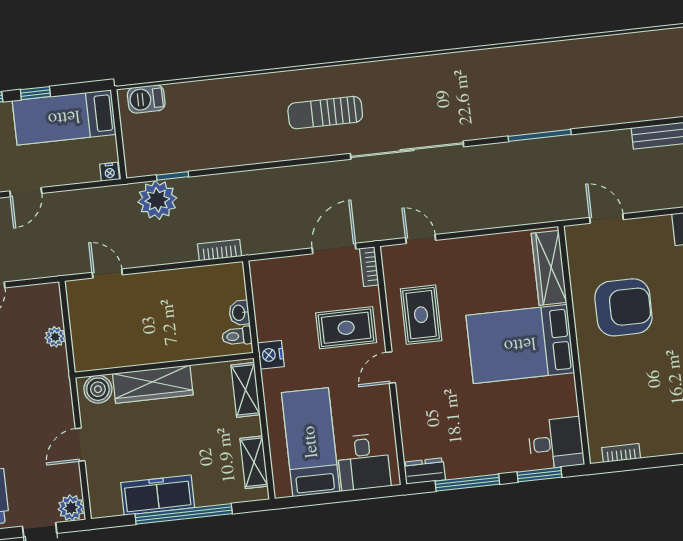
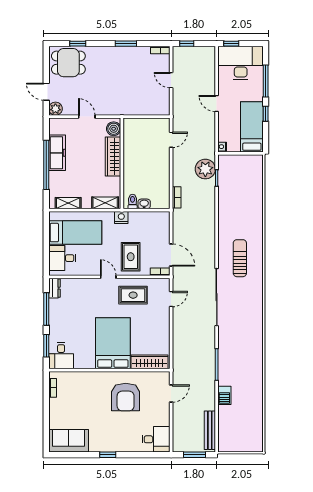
barbecue: (146, 99) -> (224, 395), moved, turned 180
plant: (55, 337) -> (142, 110), removed

